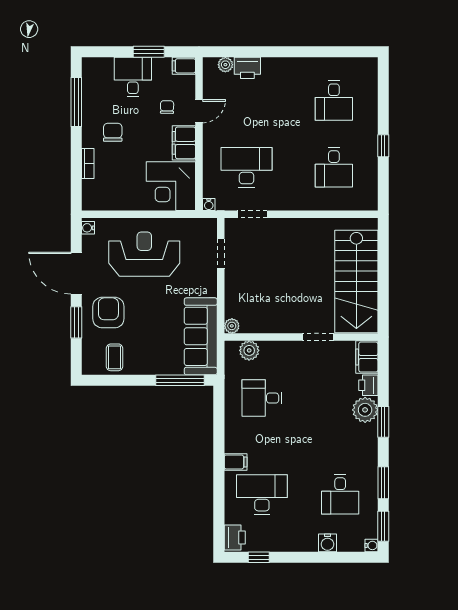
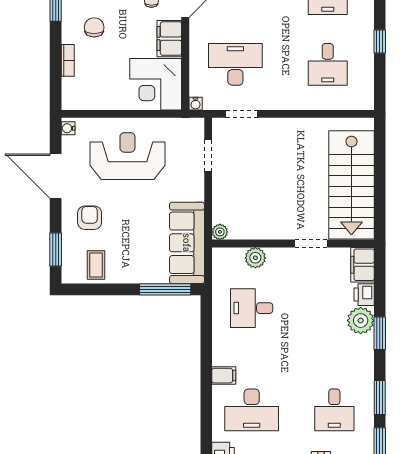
armchair: (108, 313) -> (90, 218), width x0.72, depth x0.72
window: (76, 322) -> (56, 249), moved
plant: (249, 350) -> (255, 258), moved
desk: (262, 494) -> (252, 410), turned 180

